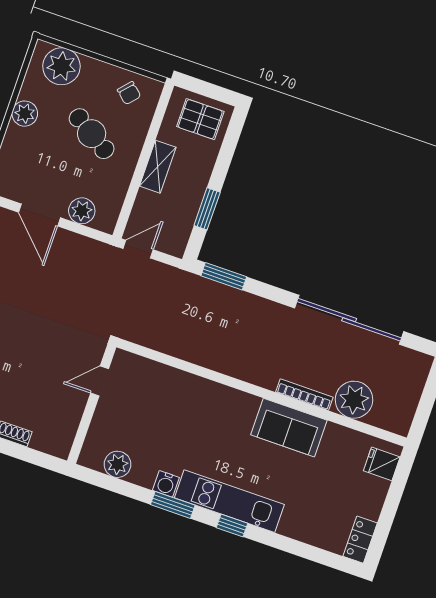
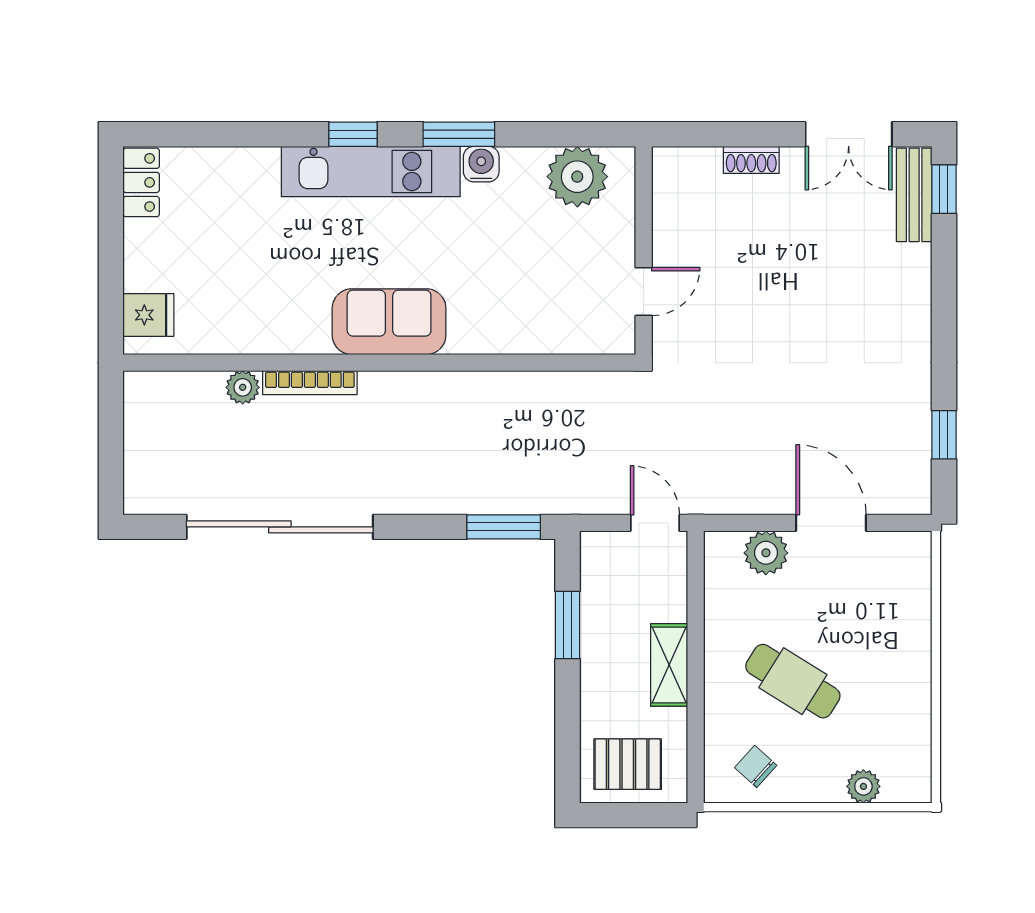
plant: (61, 66) -> (863, 786), width x0.53, depth x0.53
plant: (25, 114) -> (911, 676), removed
door: (138, 249) -> (655, 523), swing flipped
plant: (354, 400) -> (243, 387), width x0.53, depth x0.53
sofa: (289, 428) -> (389, 322), moved
plant: (117, 464) -> (577, 177), width x1.36, depth x1.36

